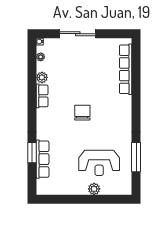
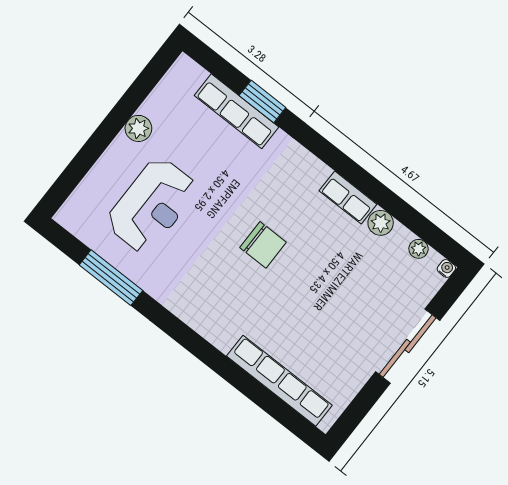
reception desk: (99, 163) -> (152, 205), turned 180
plant: (94, 189) -> (138, 128), moved

